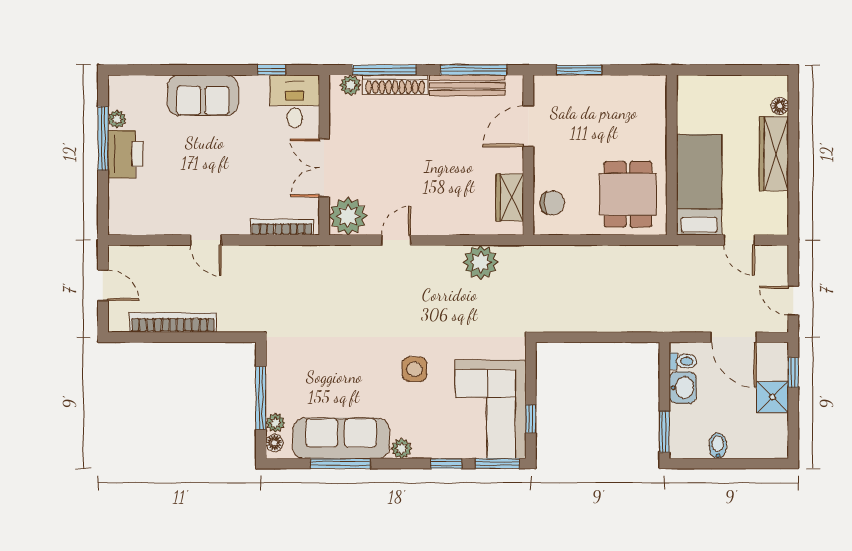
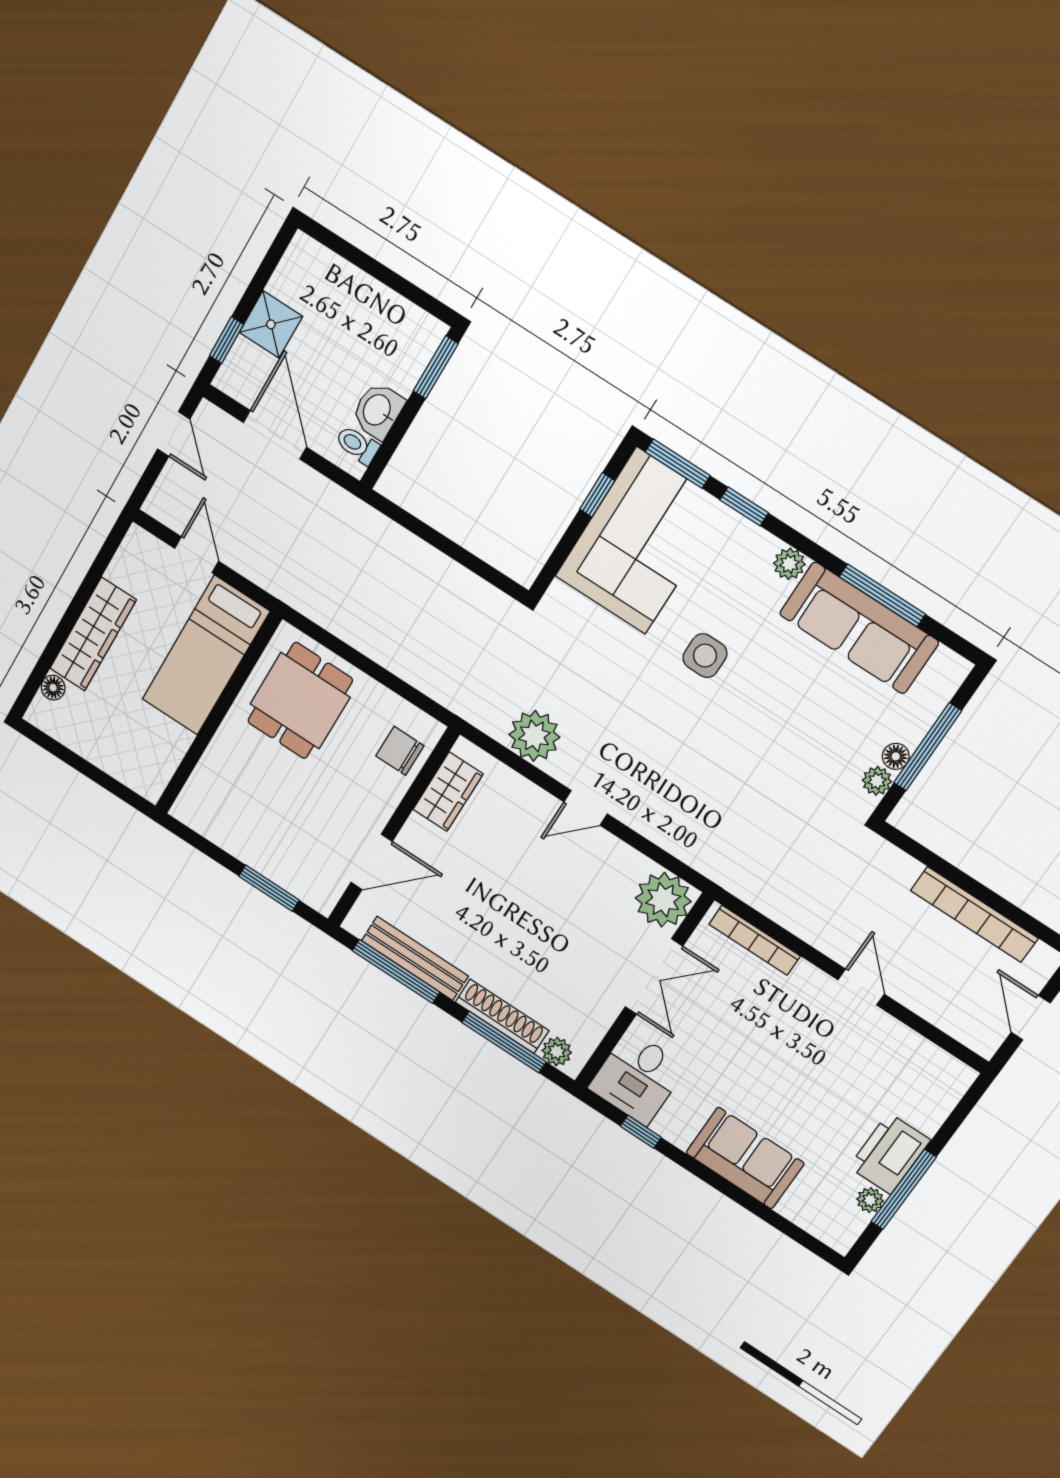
door: (396, 240) -> (586, 808), moved
plant: (275, 423) -> (877, 781), moved
floor lamp: (274, 443) -> (896, 756), moved
bidet: (718, 446) -> (378, 304), removed

